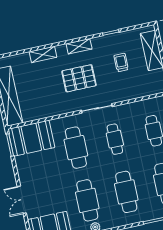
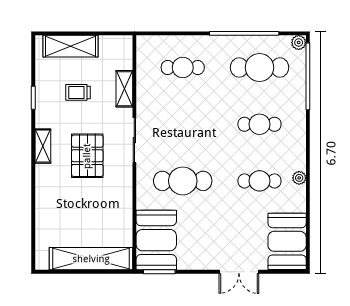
shelving: (43, 54) -> (124, 89), moved
cafe table: (115, 139) -> (183, 124), removed
cafe table: (126, 192) -> (259, 124), width x0.73, depth x0.74
cafe table: (87, 200) -> (259, 181), width x0.73, depth x0.74

